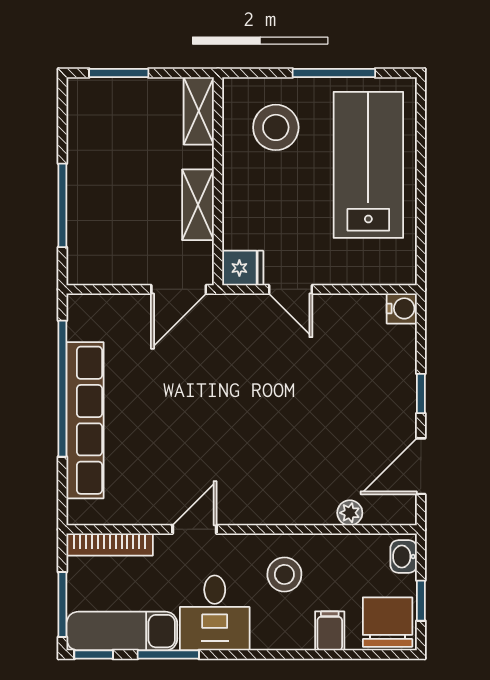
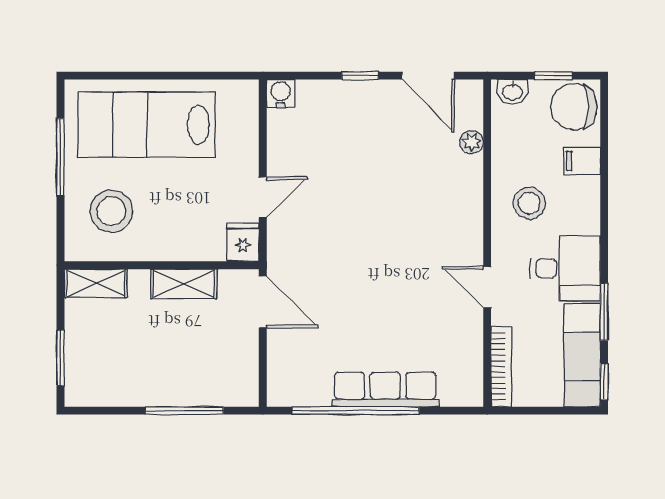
row of seats: (85, 420) -> (385, 390), width x0.73
window: (62, 605) -> (557, 411), removed

